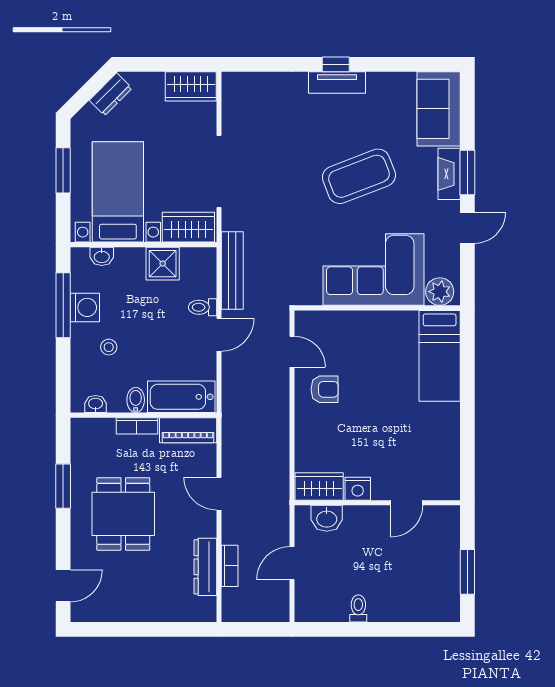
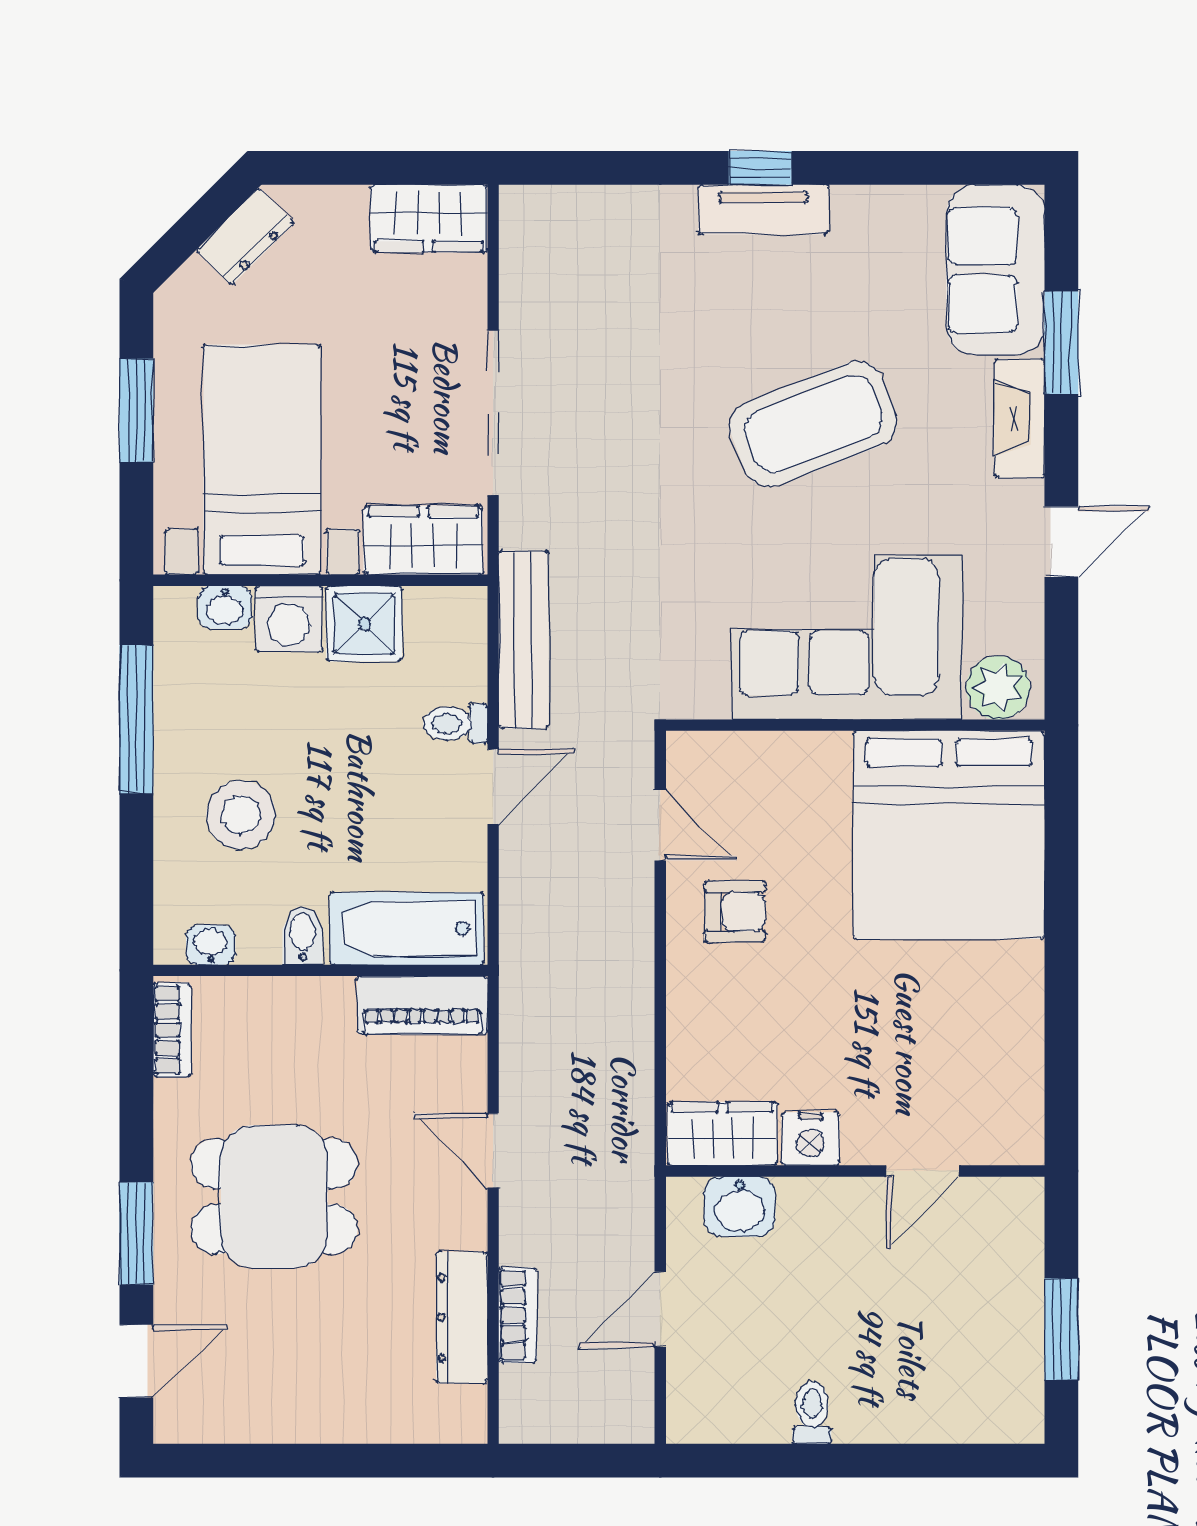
window: (467, 173) -> (1061, 343), moved
washing machine: (85, 307) -> (289, 619), moved, turned 90
stool: (109, 347) -> (241, 815), width x1.89, depth x1.89
bed: (440, 356) -> (949, 835), width x2.04
bookcase: (137, 426) -> (172, 1030), moved, turned -90
window: (63, 486) -> (136, 1233), moved
dining table: (123, 514) -> (274, 1196), turned 90

